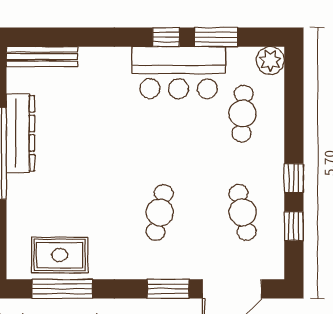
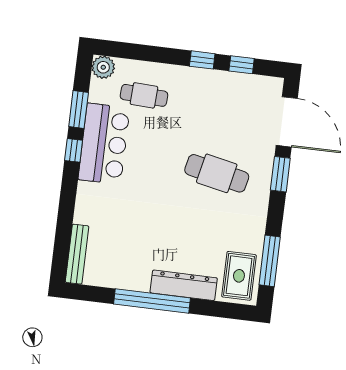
dresser: (20, 133) -> (184, 285), moved
cafe table: (160, 212) -> (217, 173), width x1.37, depth x1.35
cafe table: (243, 212) -> (225, 105), removed
rug: (60, 255) -> (239, 276), moved

